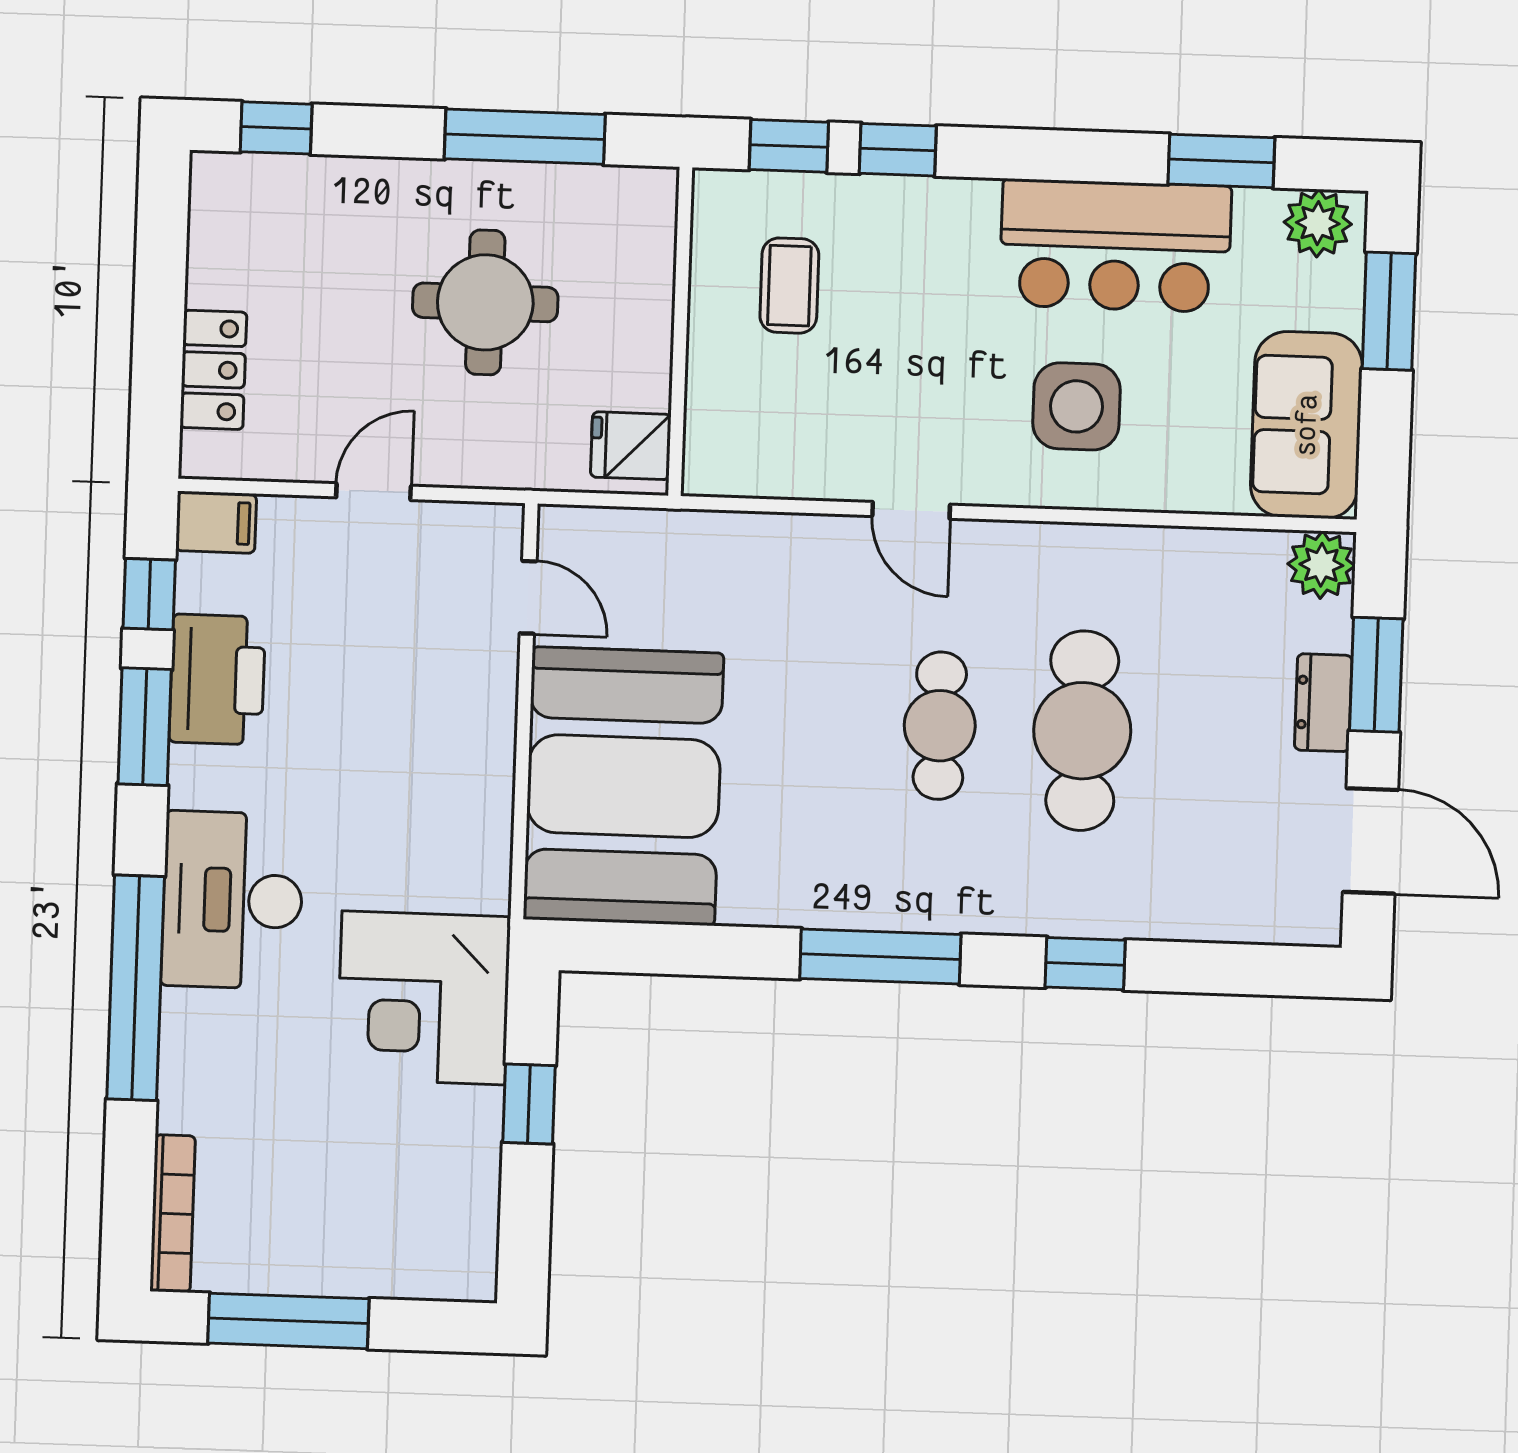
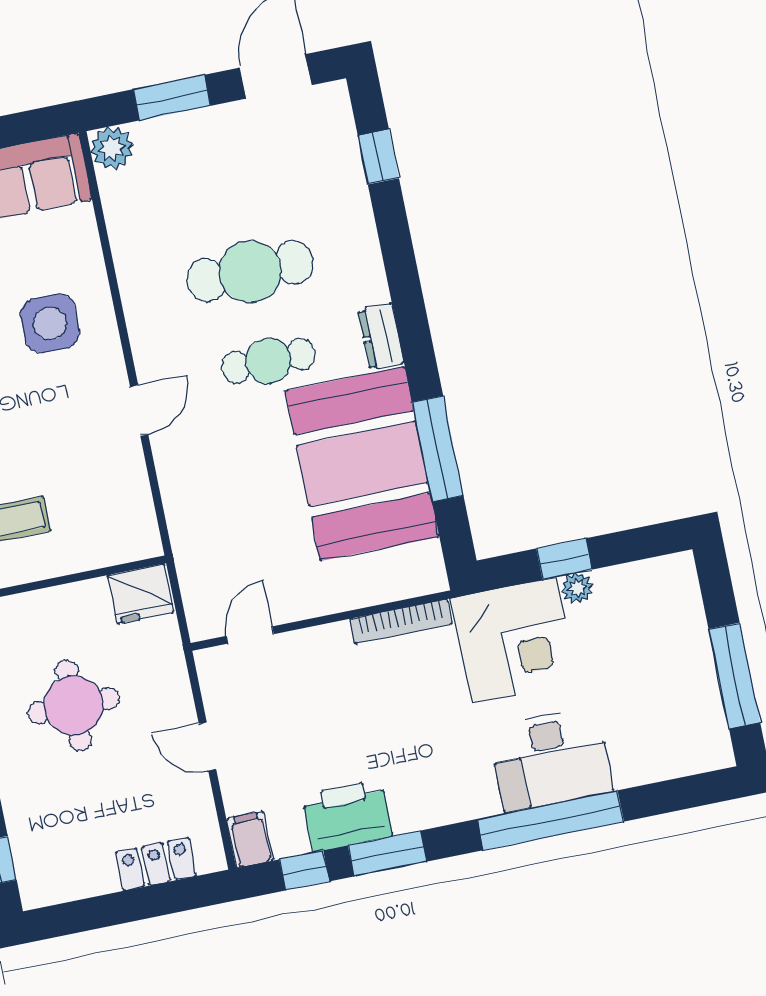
fridge: (631, 446) -> (141, 594), width x1.38
dresser: (1323, 703) -> (381, 337), moved, turned 90
booth: (623, 786) -> (362, 464), moved, turned 90
desk: (232, 900) -> (551, 759), moved
window: (880, 957) -> (438, 449), moved
window: (1085, 964) -> (378, 157), moved
plant: (480, 1113) -> (577, 588), added
bookcase: (173, 1214) -> (401, 621), moved, turned 180

